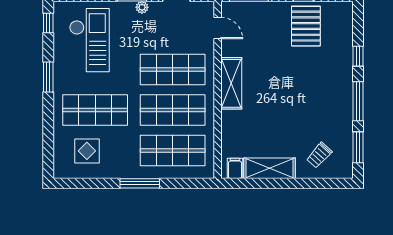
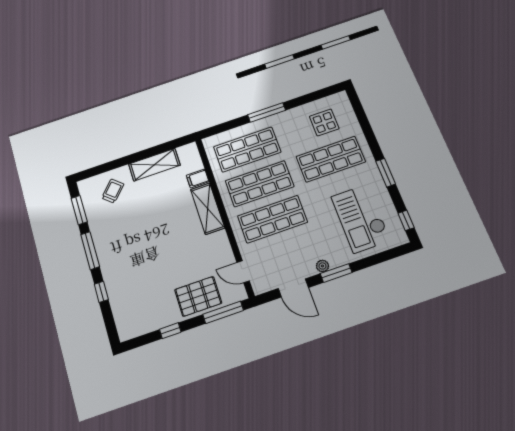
pallet: (306, 26) -> (198, 296), moved, turned 90
shelving: (231, 83) -> (208, 209), moved
filing cabinet: (235, 168) -> (198, 179), moved, turned 90

